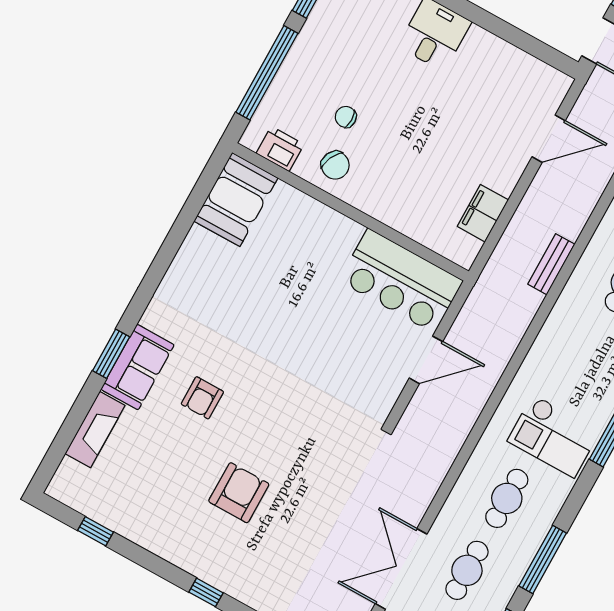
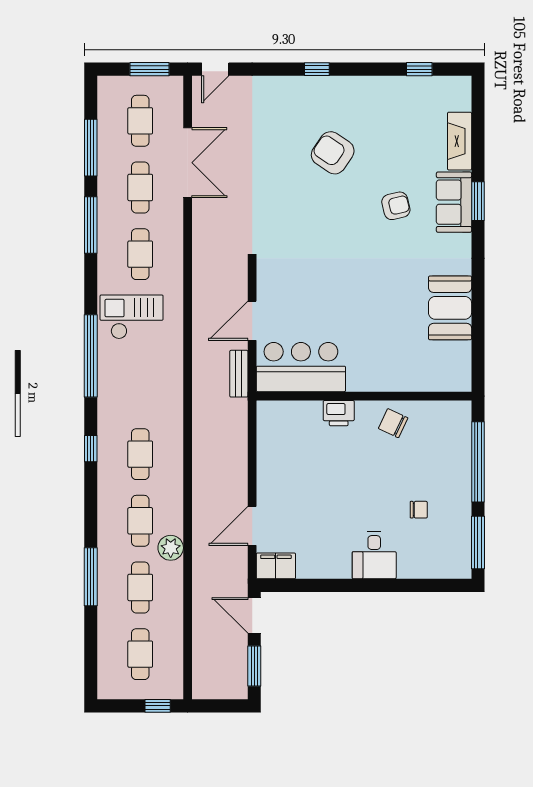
chair: (346, 117) -> (419, 510), moved
printer: (280, 149) -> (339, 413), moved
booth: (236, 199) -> (450, 308), moved
filing cabinet: (483, 213) -> (276, 566), moved, turned -90
bench: (551, 264) -> (239, 374), moved
armchair: (202, 398) -> (396, 206), turned 77
armchair: (239, 493) -> (333, 153), turned 124

